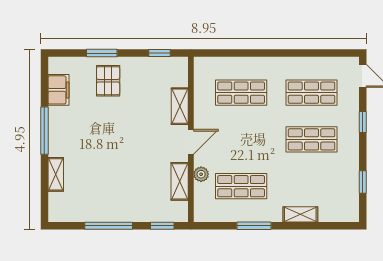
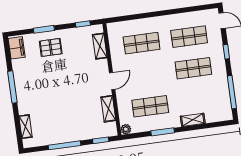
pallet: (108, 81) -> (51, 47), turned 90
filing cabinet: (58, 90) -> (17, 48), moved
shelving: (180, 106) -> (100, 46), moved
shelving: (56, 174) -> (26, 127), moved
plant: (201, 174) -> (126, 129), moved
window: (363, 182) -> (232, 92), width x2.17

